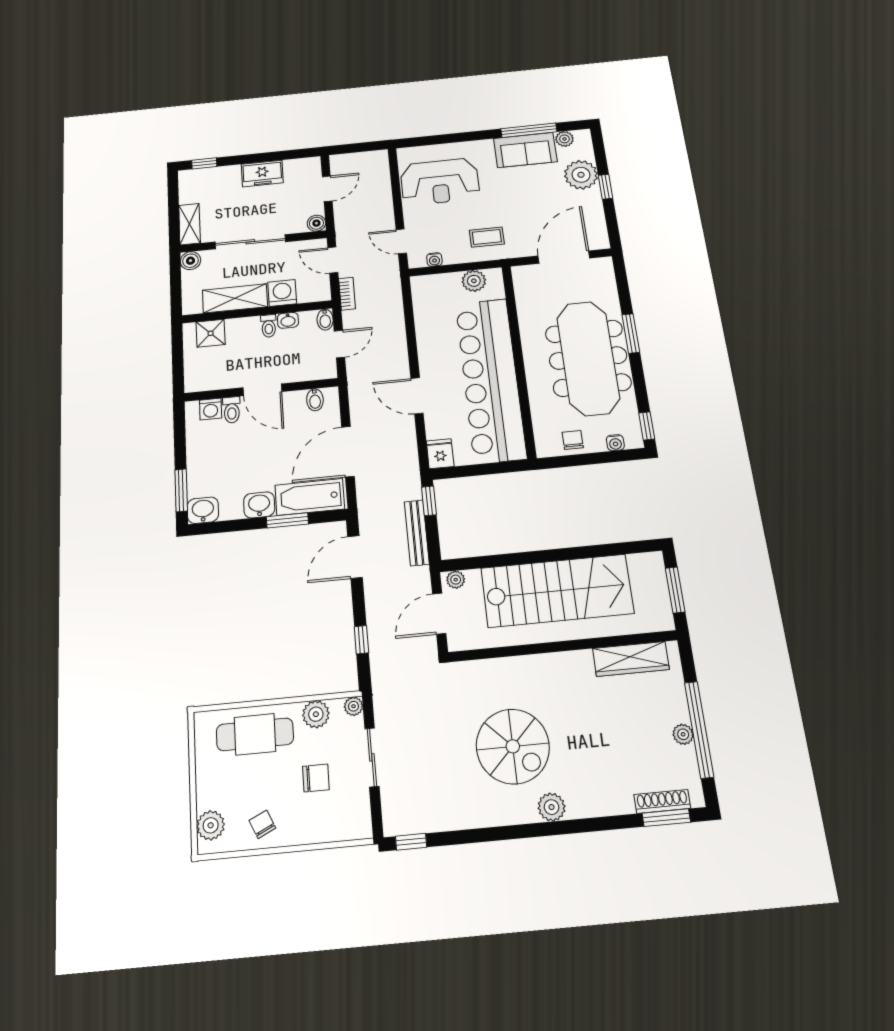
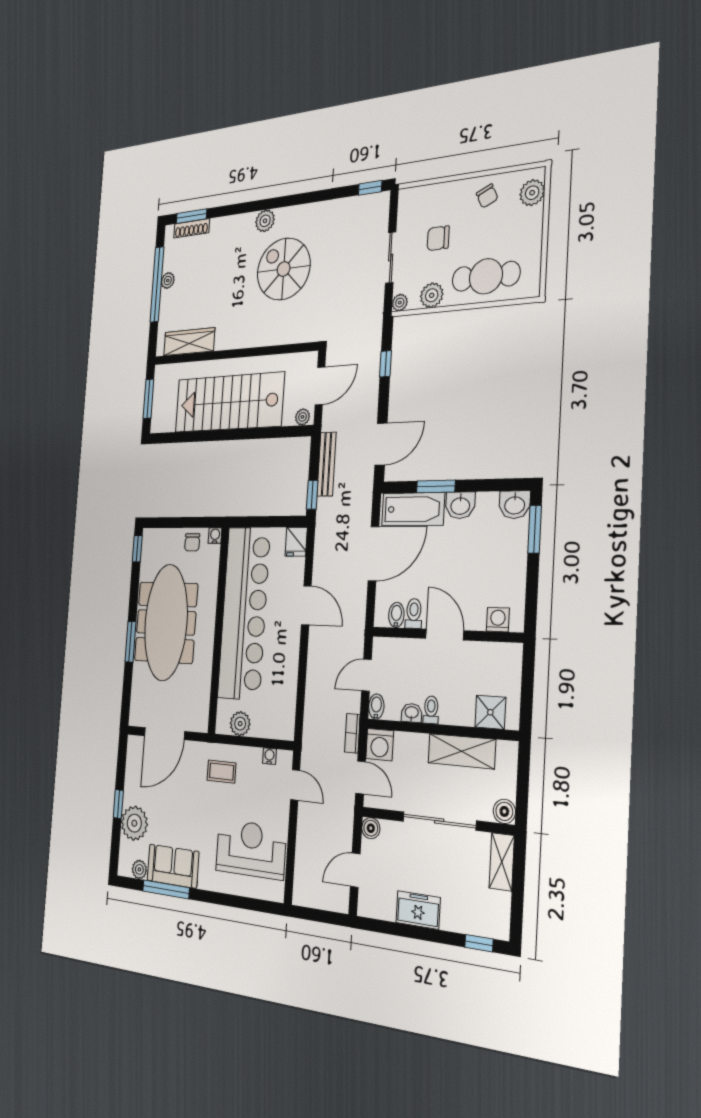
washing machine: (282, 293) -> (380, 745), moved
toilet: (232, 410) -> (414, 613), moved
water cooler: (615, 443) -> (215, 536), moved

